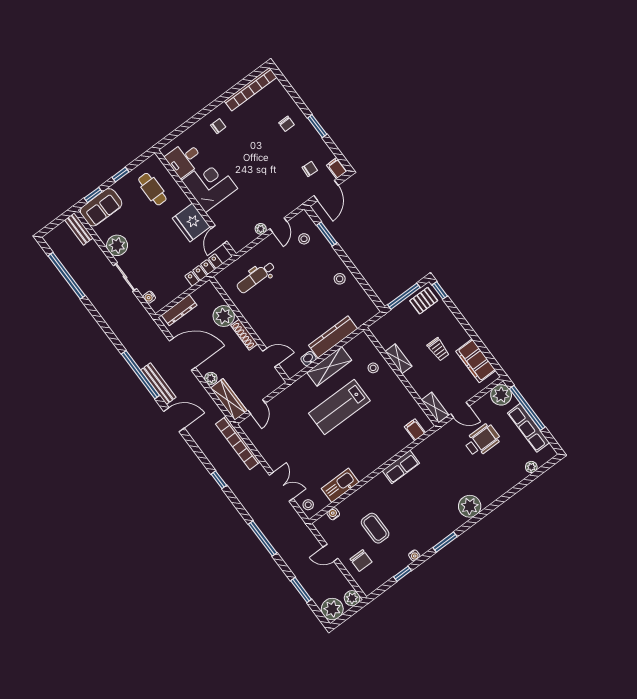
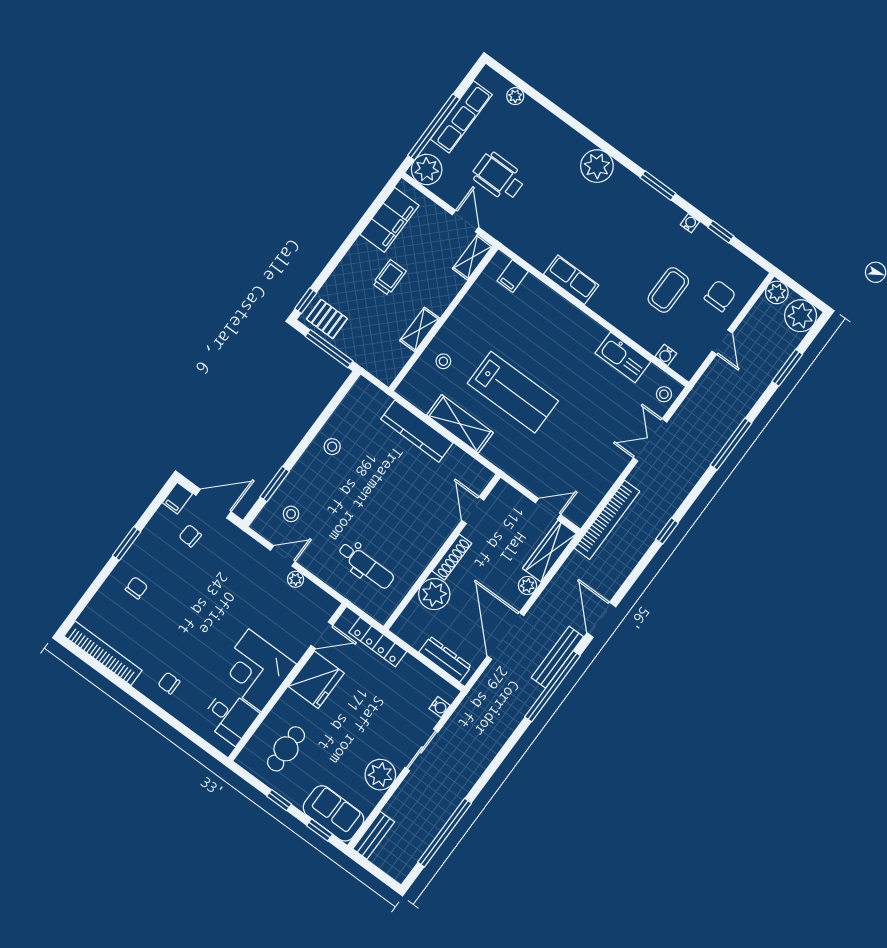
washbasin: (308, 359) -> (458, 456), removed

